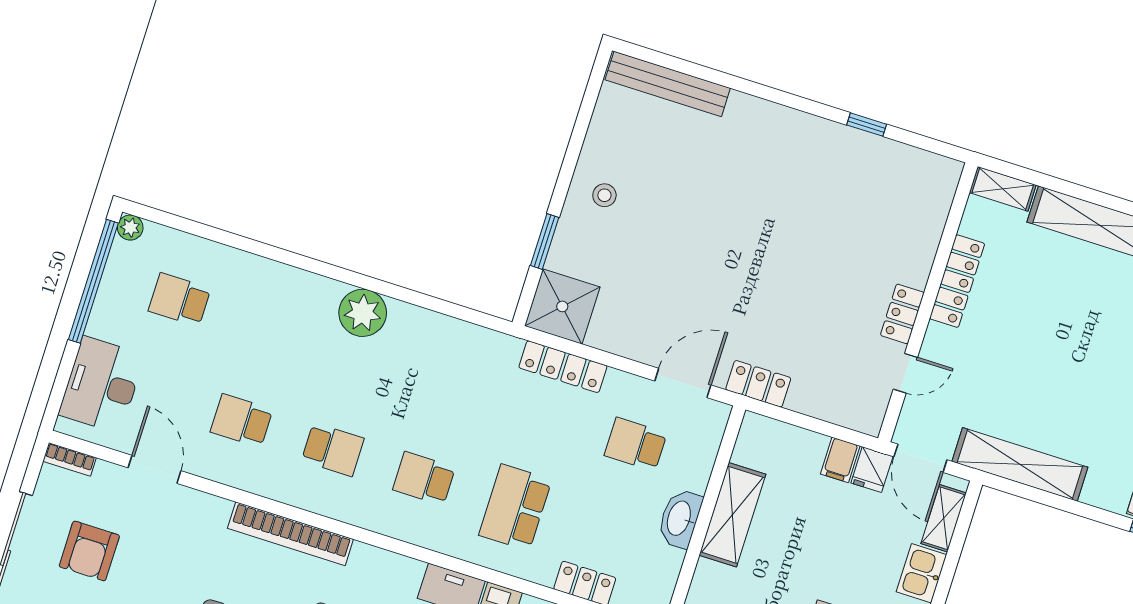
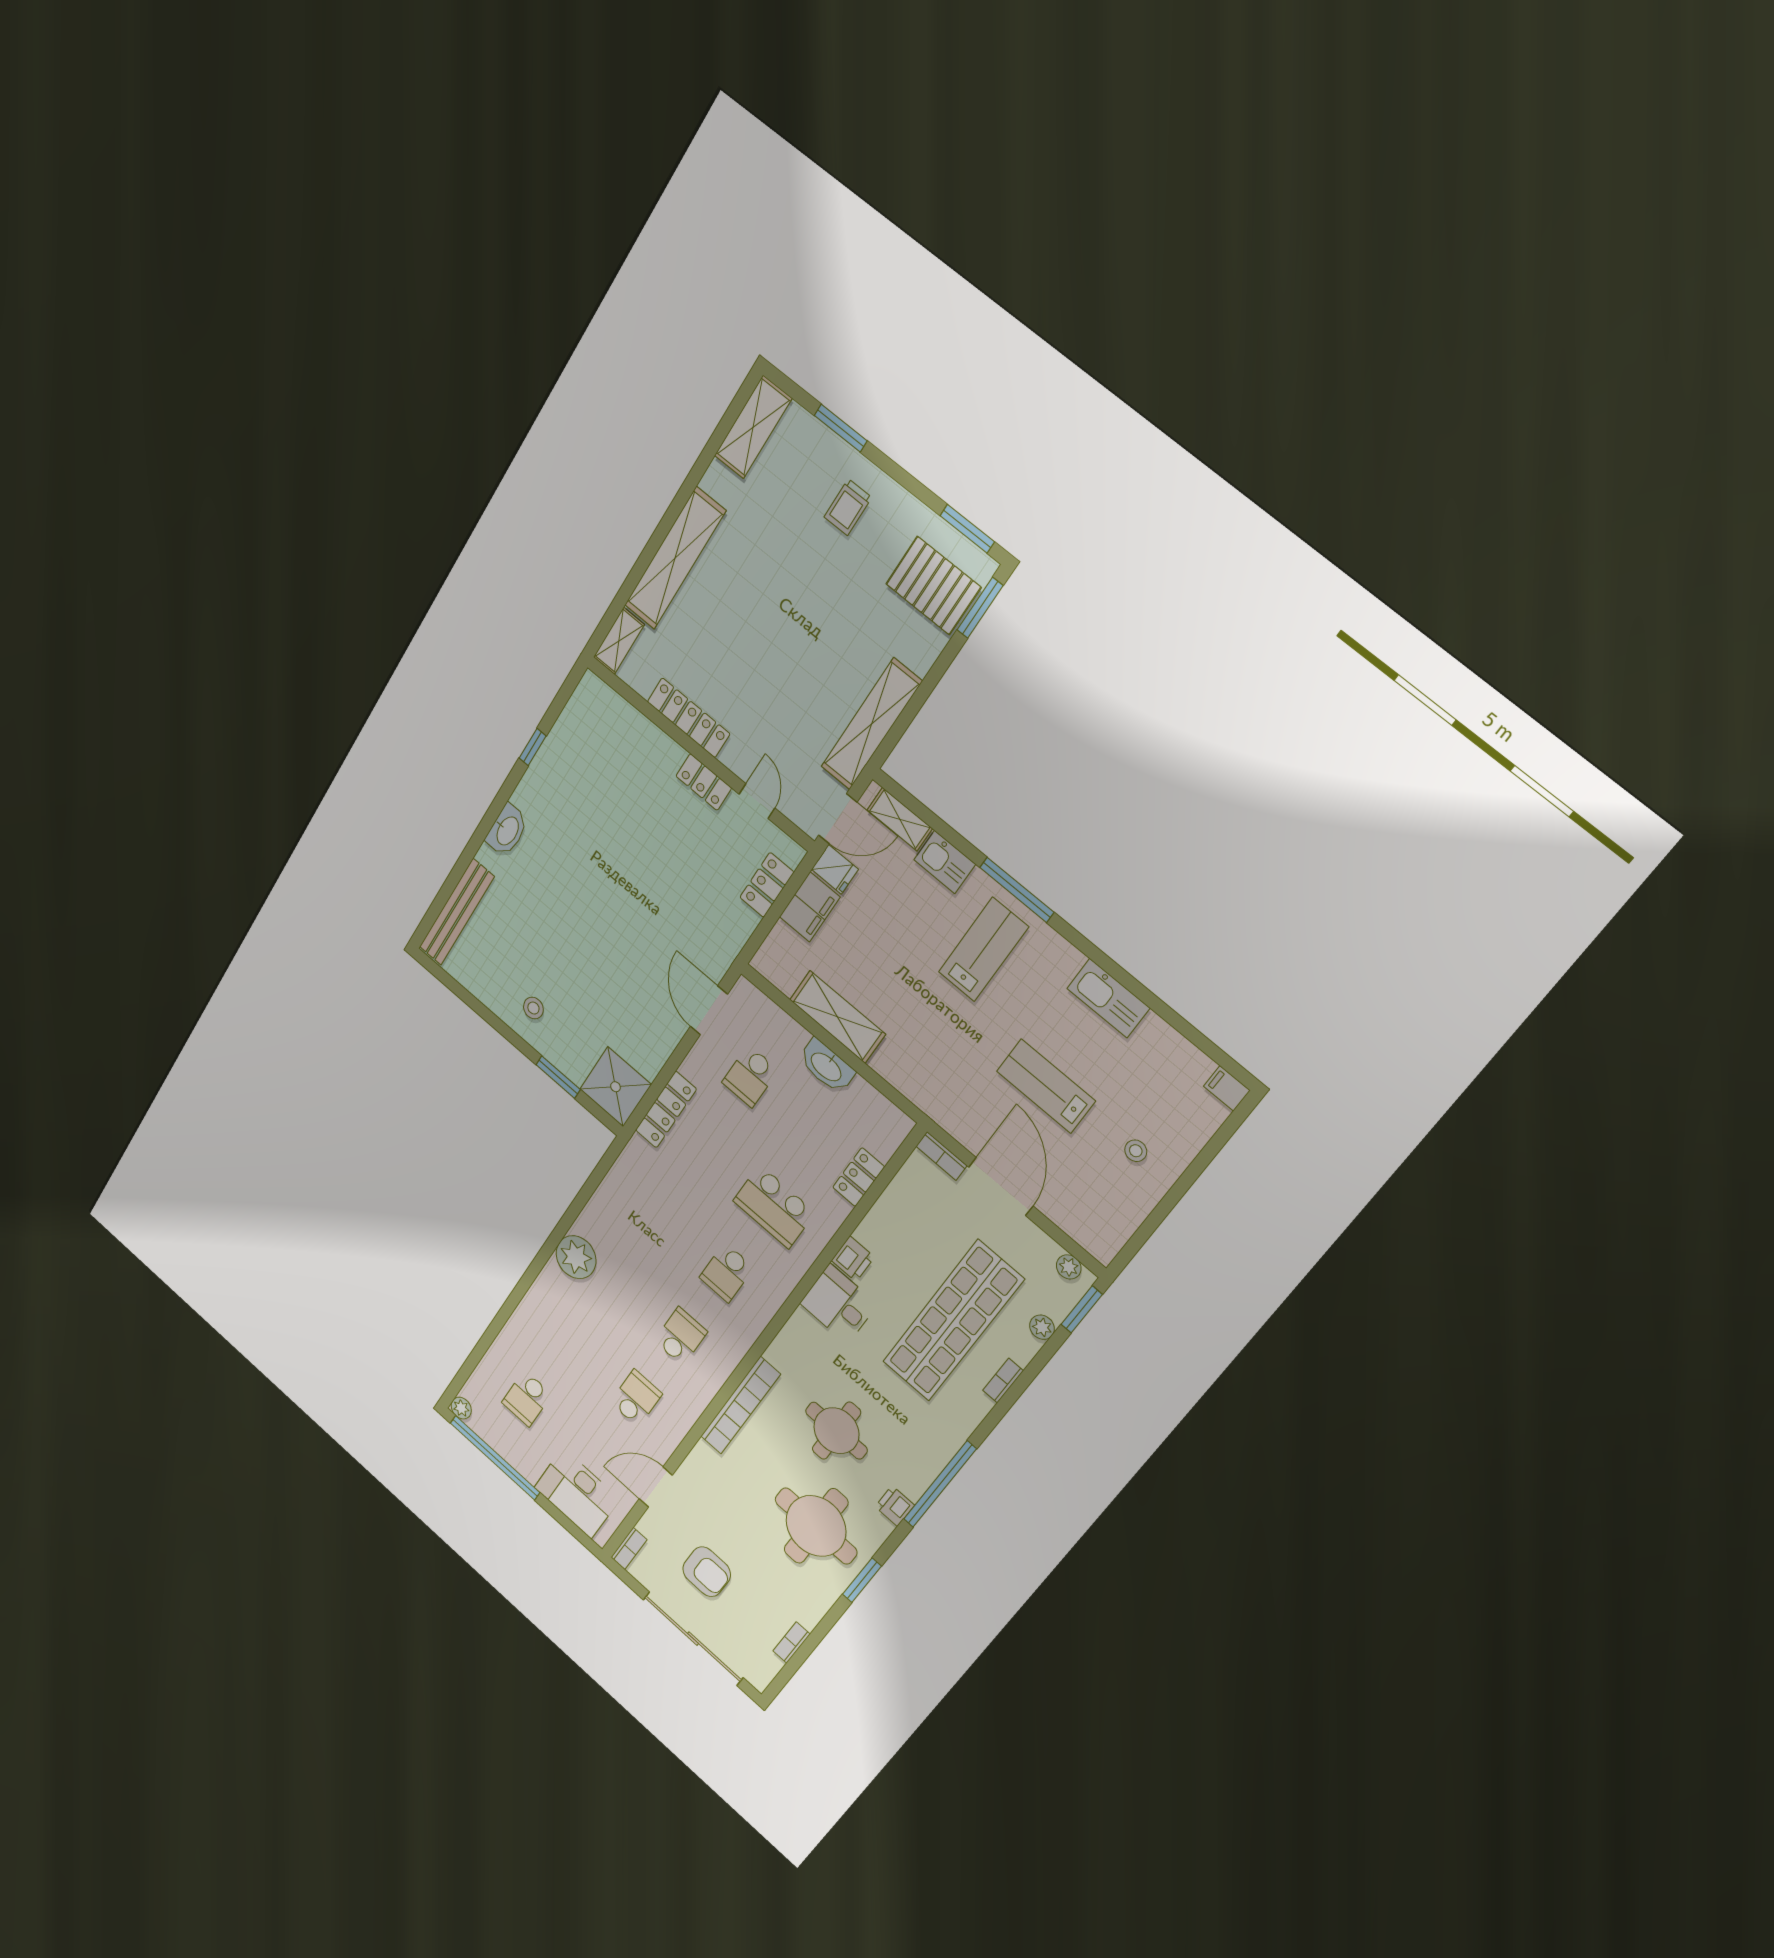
washbasin: (773, 118) -> (507, 830), added
locker: (758, 384) -> (767, 885), moved
school desk: (242, 421) -> (636, 1398), turned 180
filing cabinet: (840, 460) -> (810, 907), width x2.00

